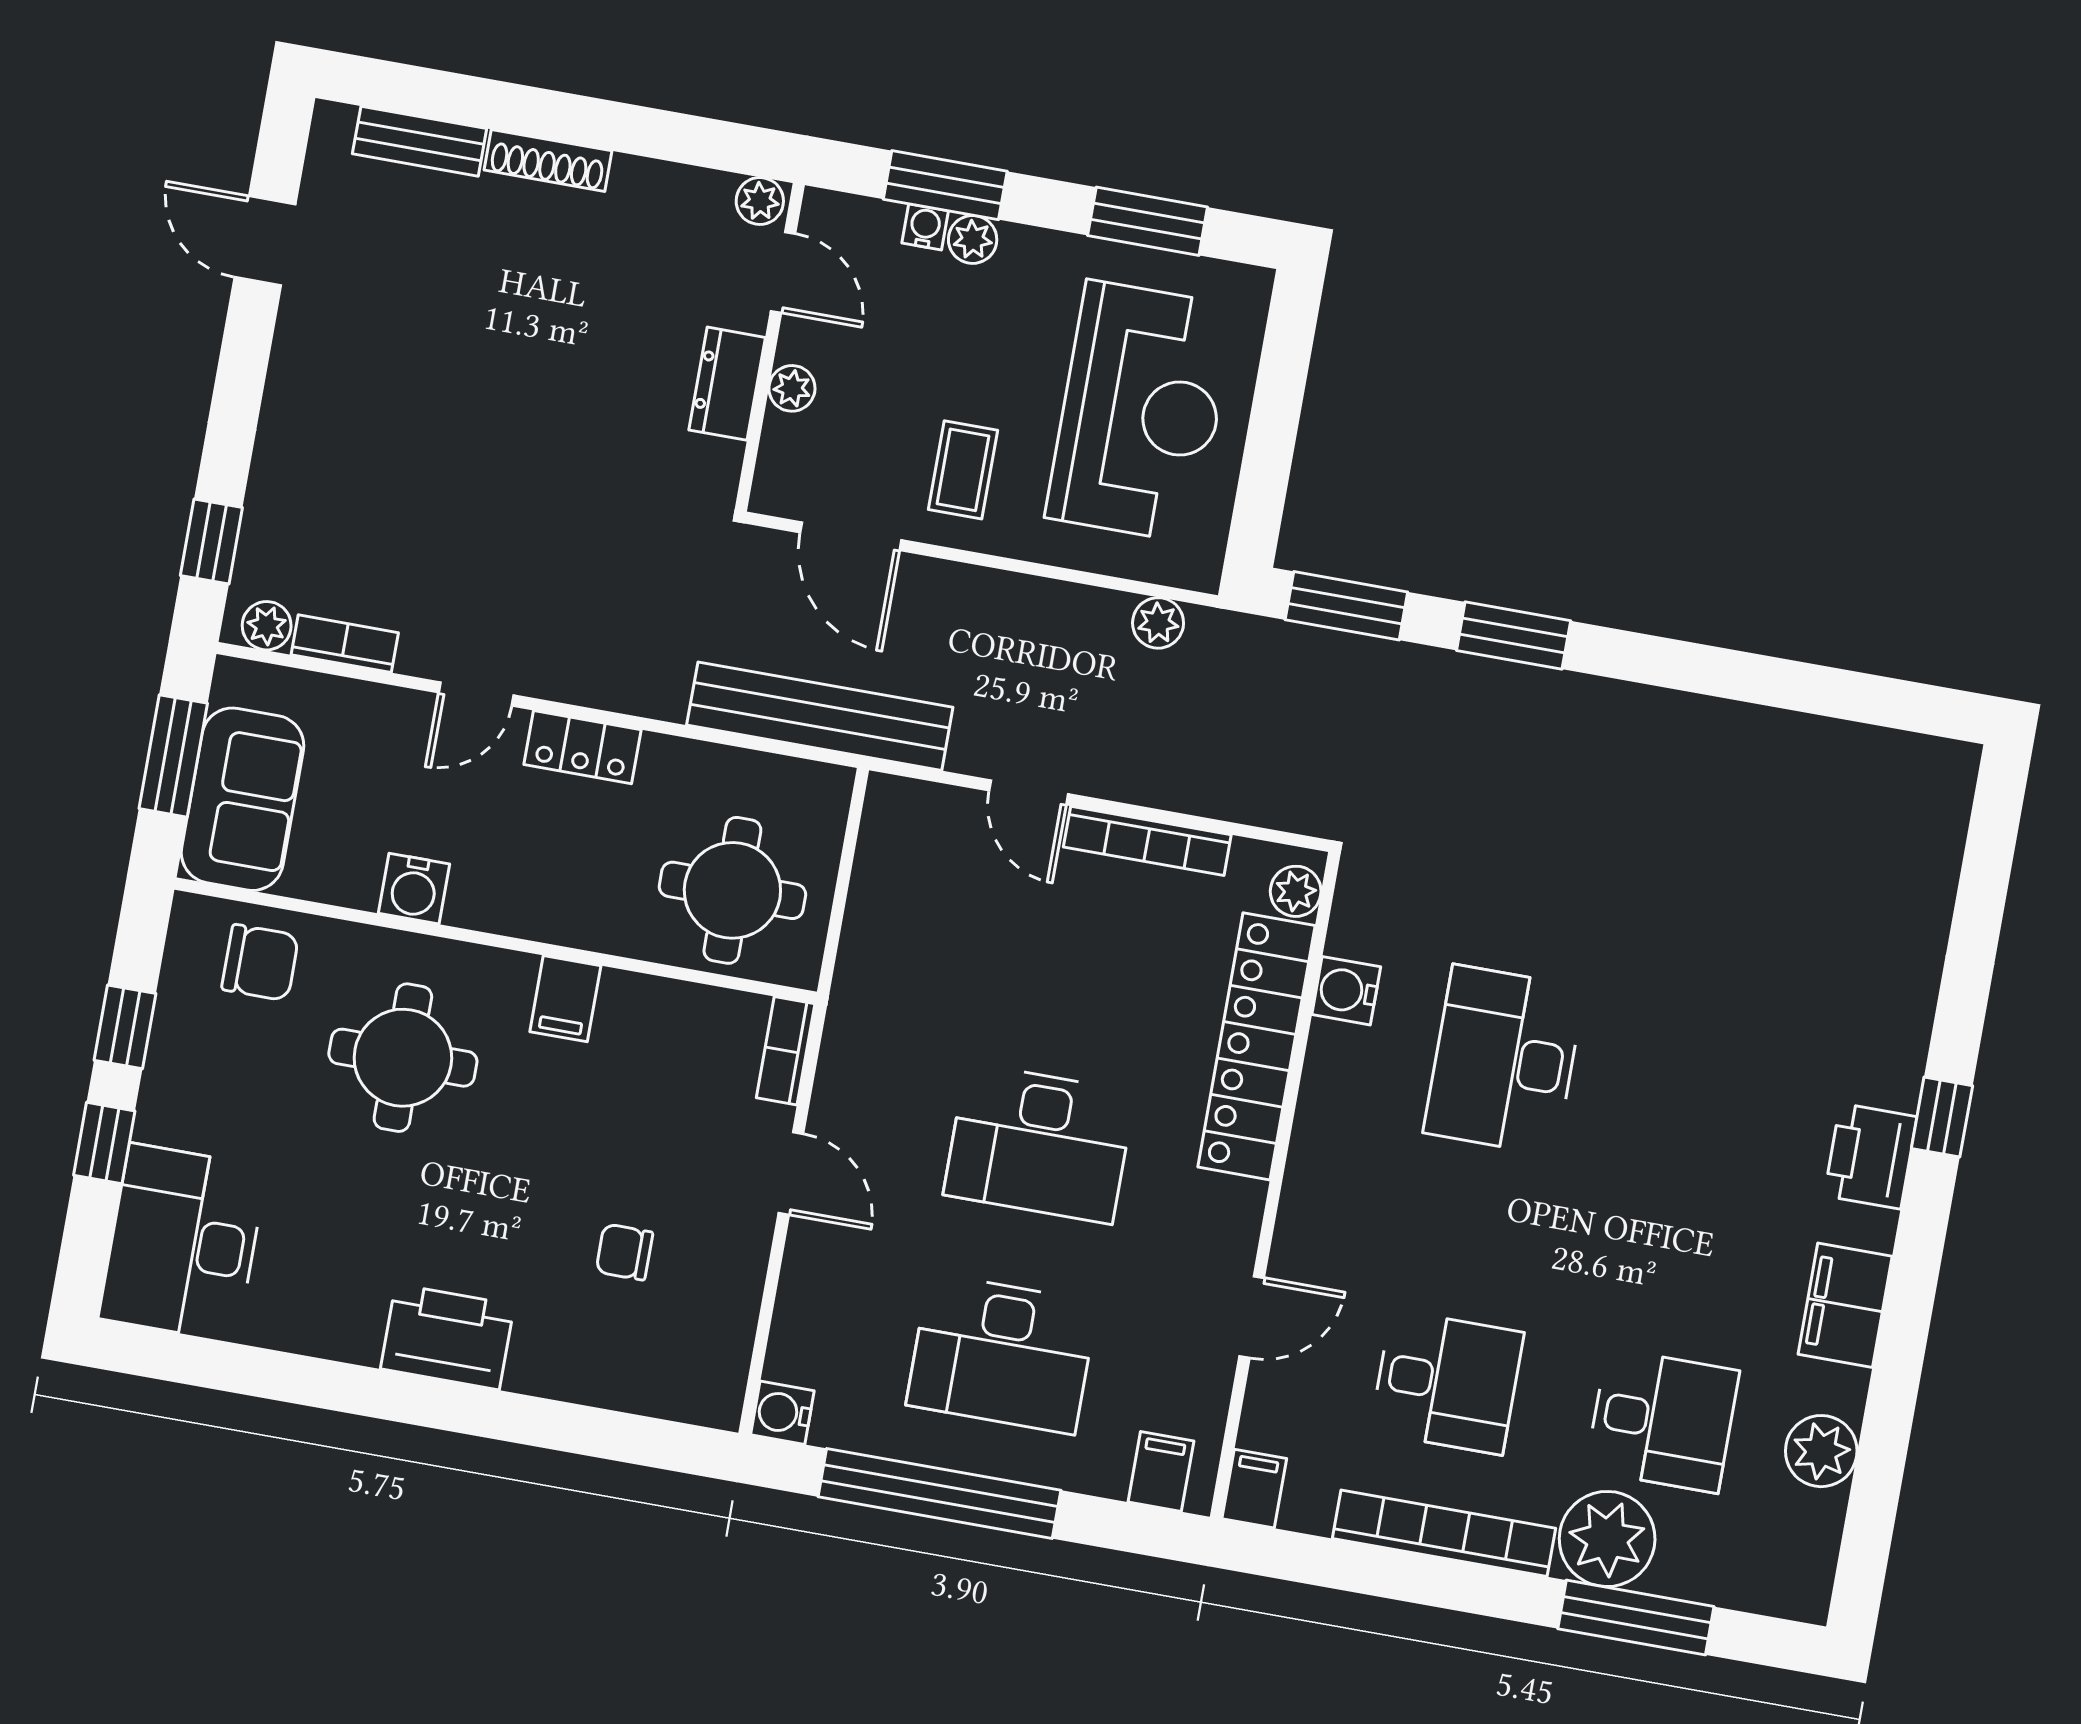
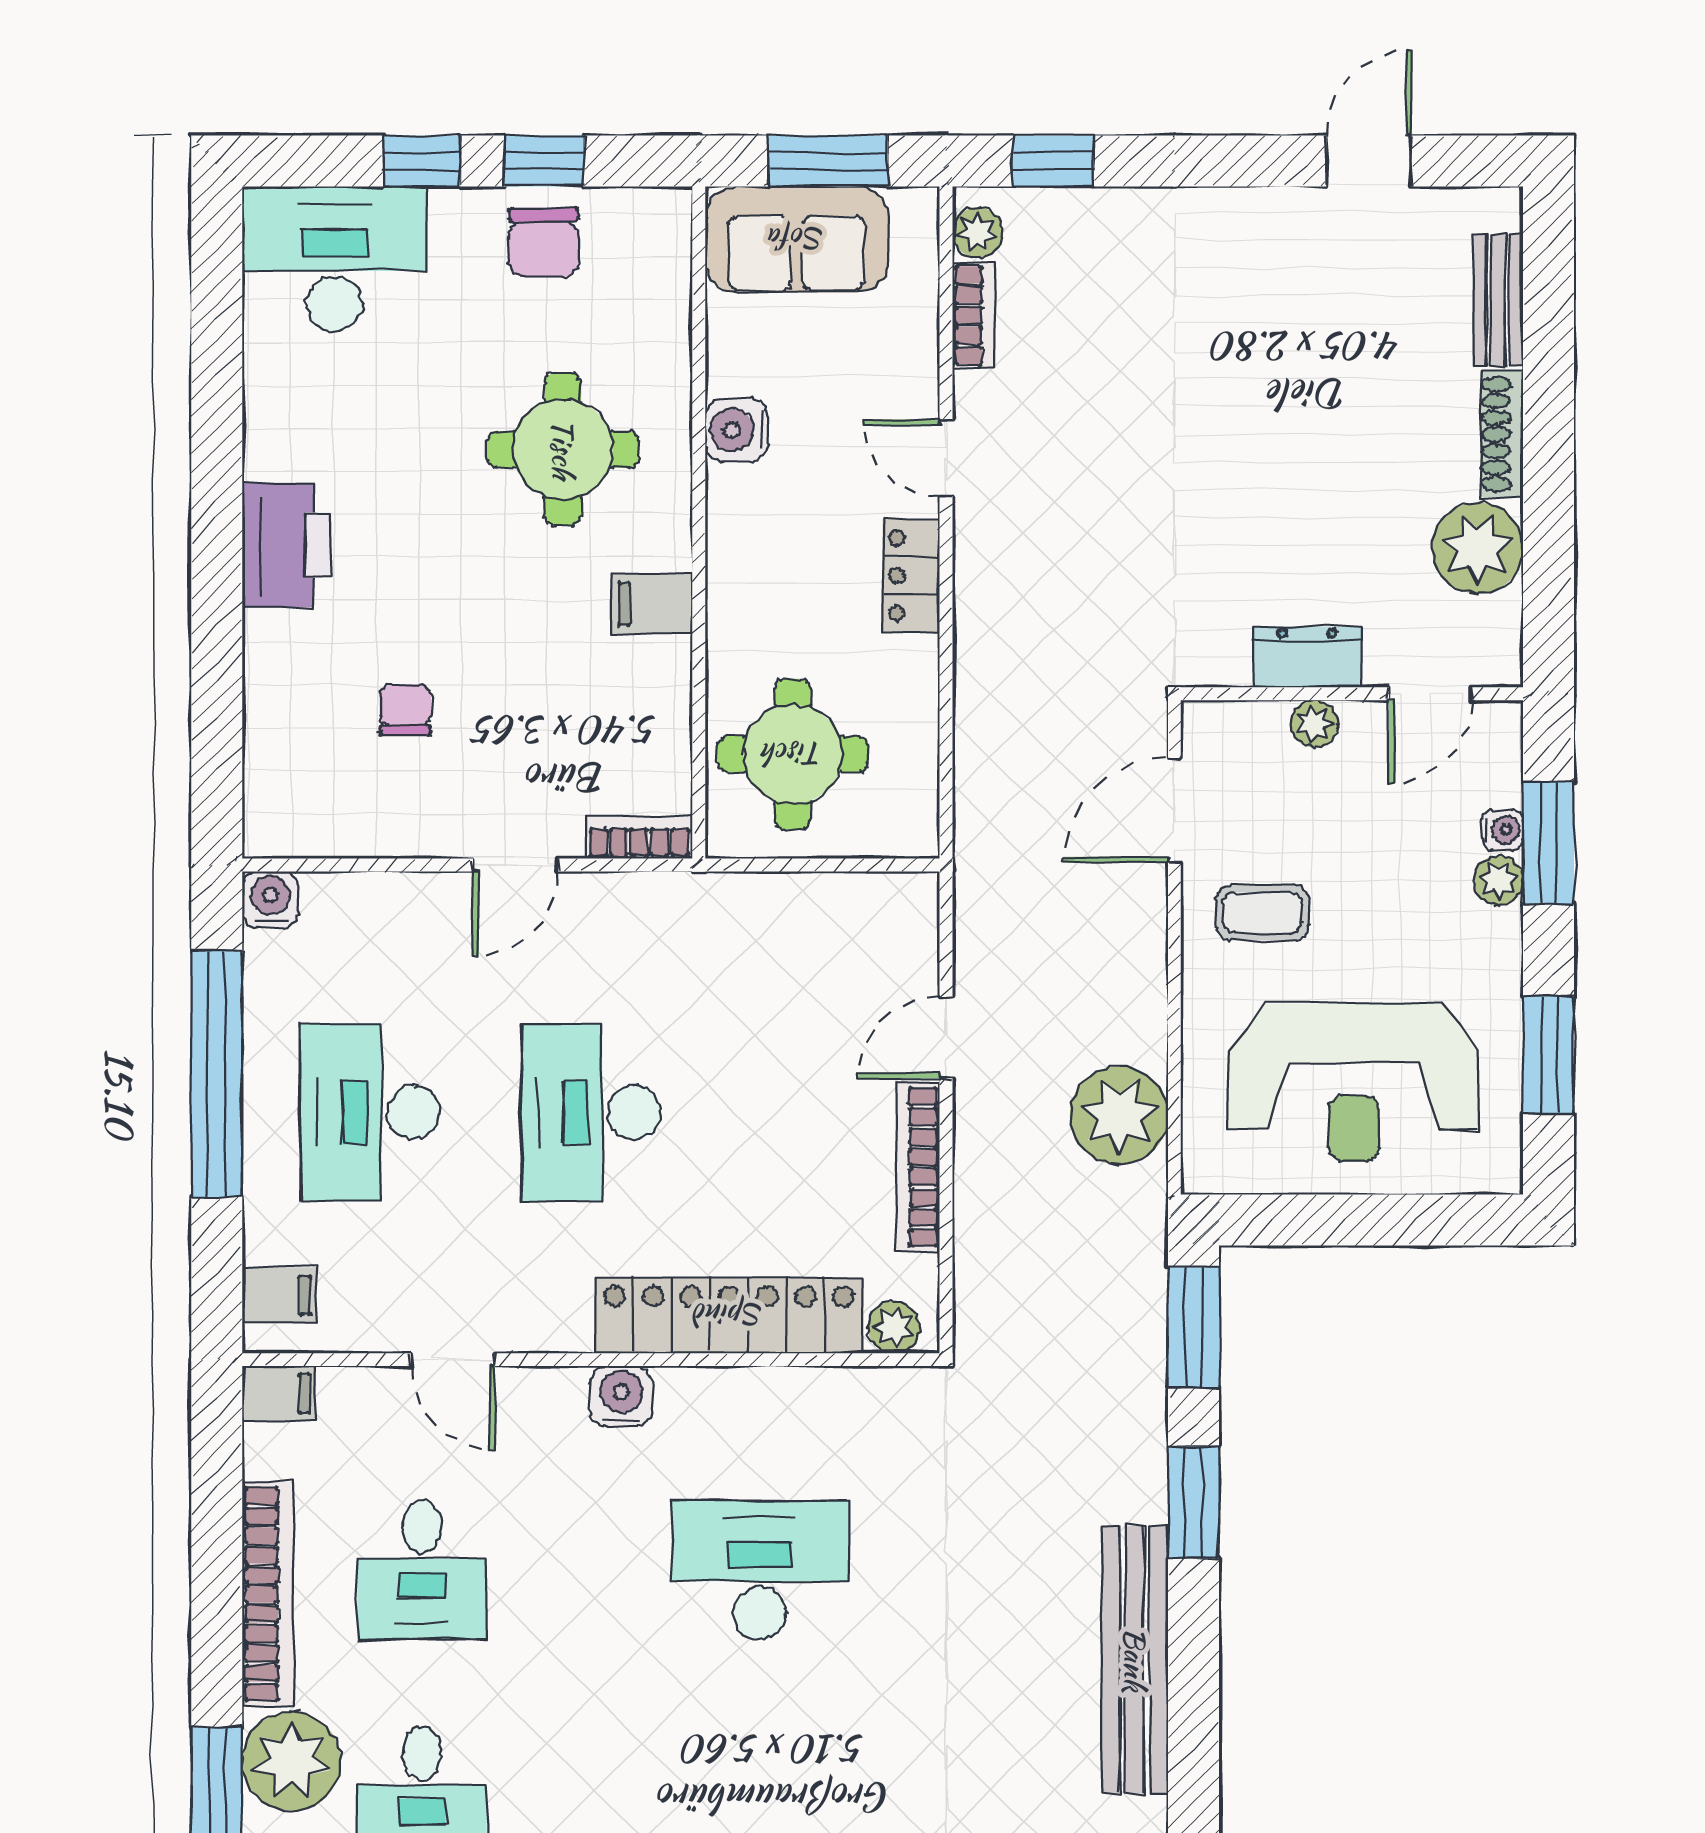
plant: (760, 201) -> (1478, 548), moved, width x1.88, depth x1.88
plant: (1158, 623) -> (1119, 1116), width x1.88, depth x1.88
bench: (820, 716) -> (1135, 1660), moved
chair: (260, 963) -> (543, 243), moved
water cooler: (1346, 991) -> (621, 1397), moved

